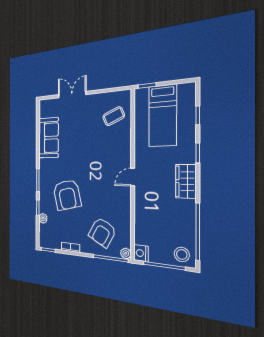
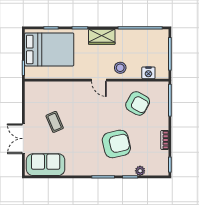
coffee table: (114, 116) -> (55, 122), moved
bed: (162, 116) -> (49, 49), width x1.50
sofa: (48, 138) -> (46, 165), moved
armchair: (102, 232) -> (138, 103), moved
plant: (126, 253) -> (164, 86), removed
nightstand: (141, 253) -> (148, 73), moved
stool: (182, 254) -> (120, 68), moved

